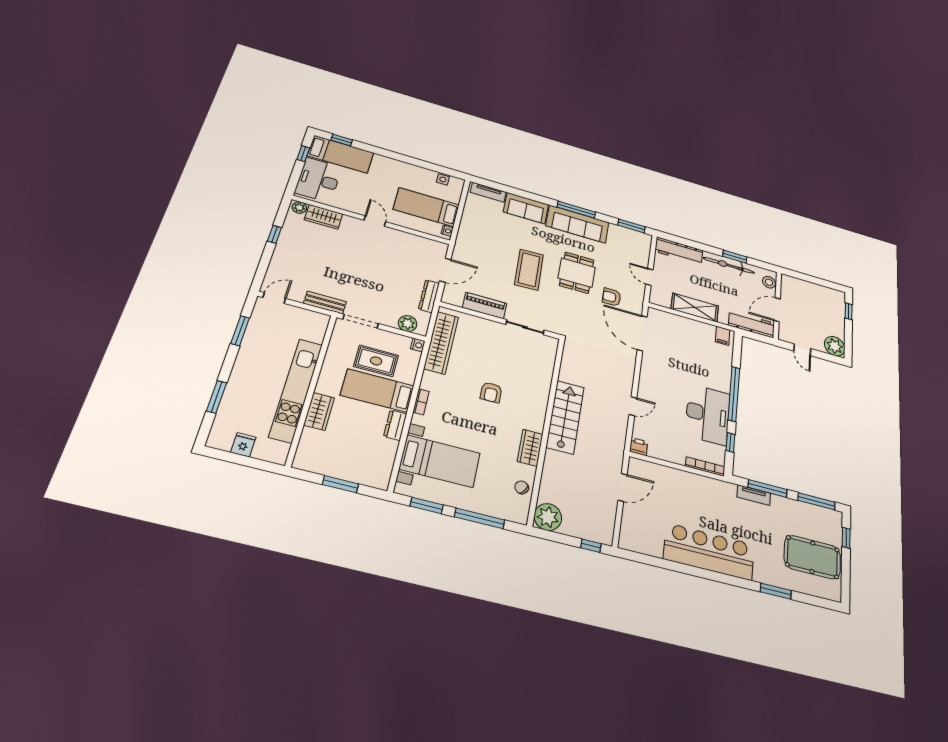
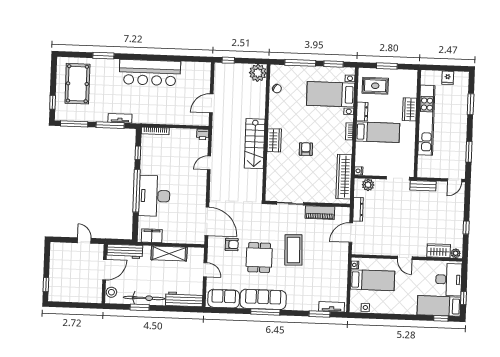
sofa: (526, 208) -> (224, 299), moved
window: (631, 226) -> (320, 314), moved
filing cabinet: (723, 336) -> (152, 236), width x2.00
plant: (835, 346) -> (58, 251), removed
rug: (376, 361) -> (375, 86), moved
desk: (708, 414) -> (154, 196), moved
wardrobe: (530, 448) -> (274, 140), moved
pool table: (812, 557) -> (77, 84), turned 90

